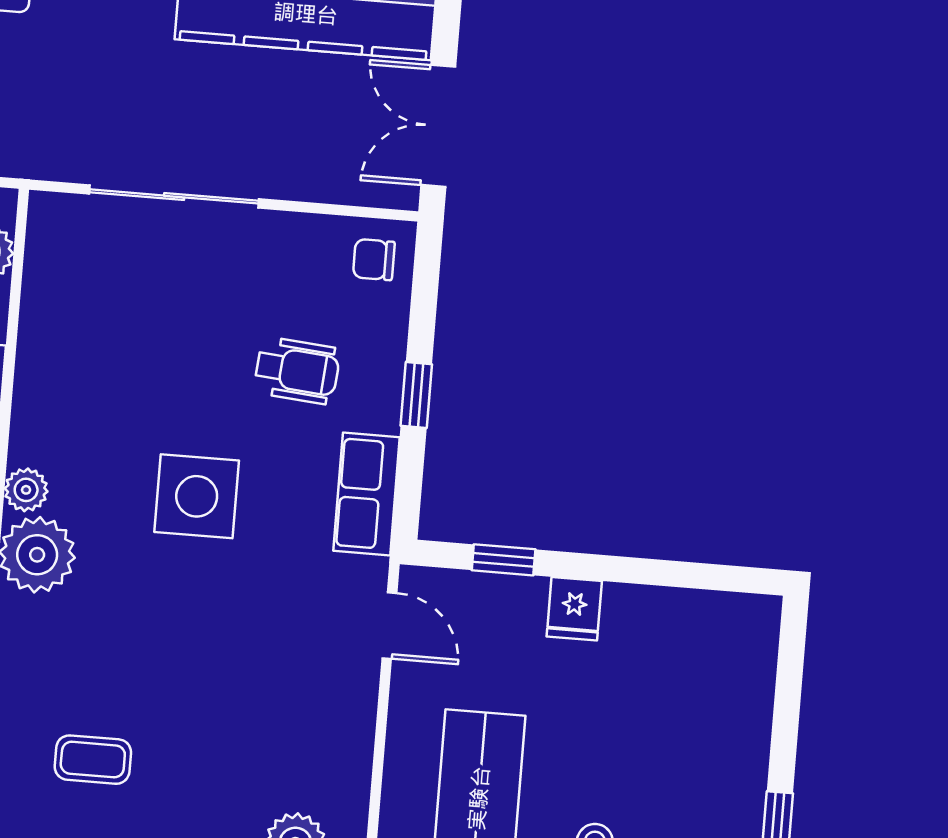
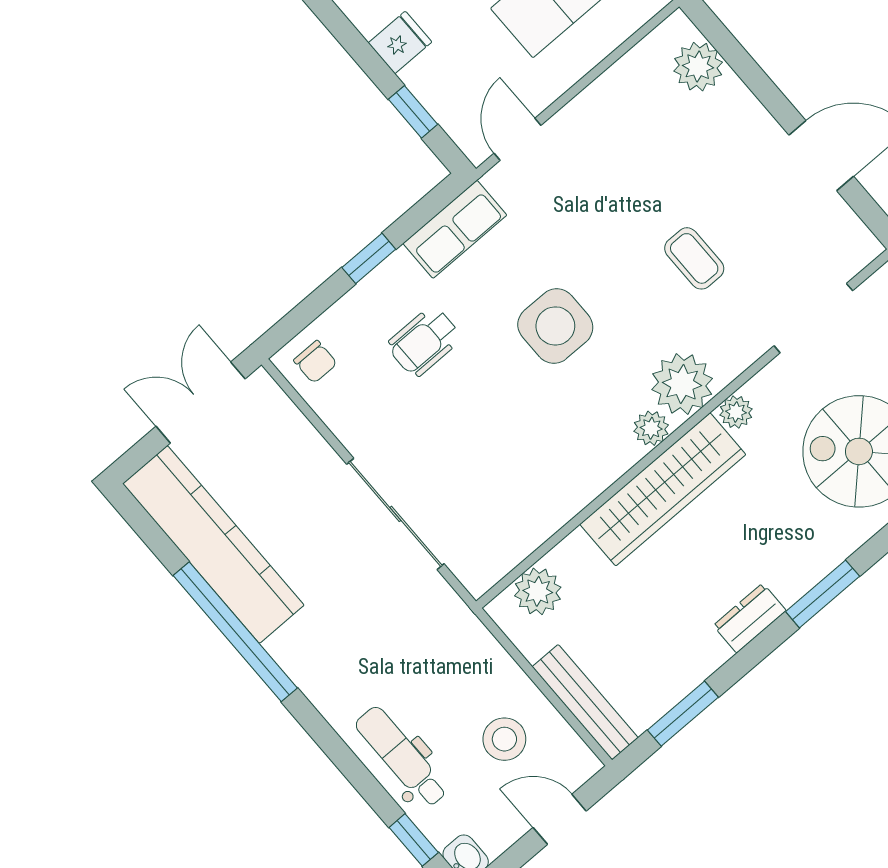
double door: (438, 126) -> (201, 403), swing flipped
wheelchair: (297, 371) -> (424, 341), turned -95
coffee table: (93, 760) -> (694, 258), moved

